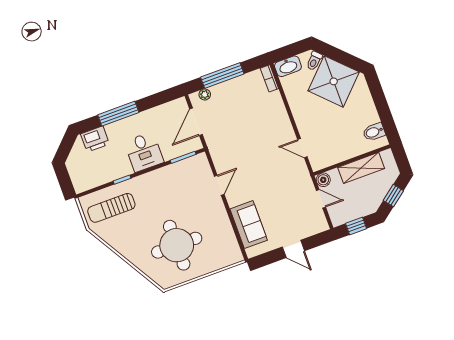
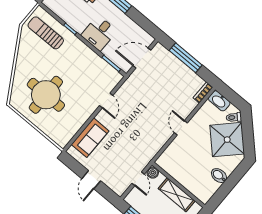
plant: (205, 94) -> (165, 53), removed
bidet: (374, 132) -> (219, 176), moved
door: (302, 148) -> (181, 128), moved
door: (219, 185) -> (106, 101), hinge flipped

